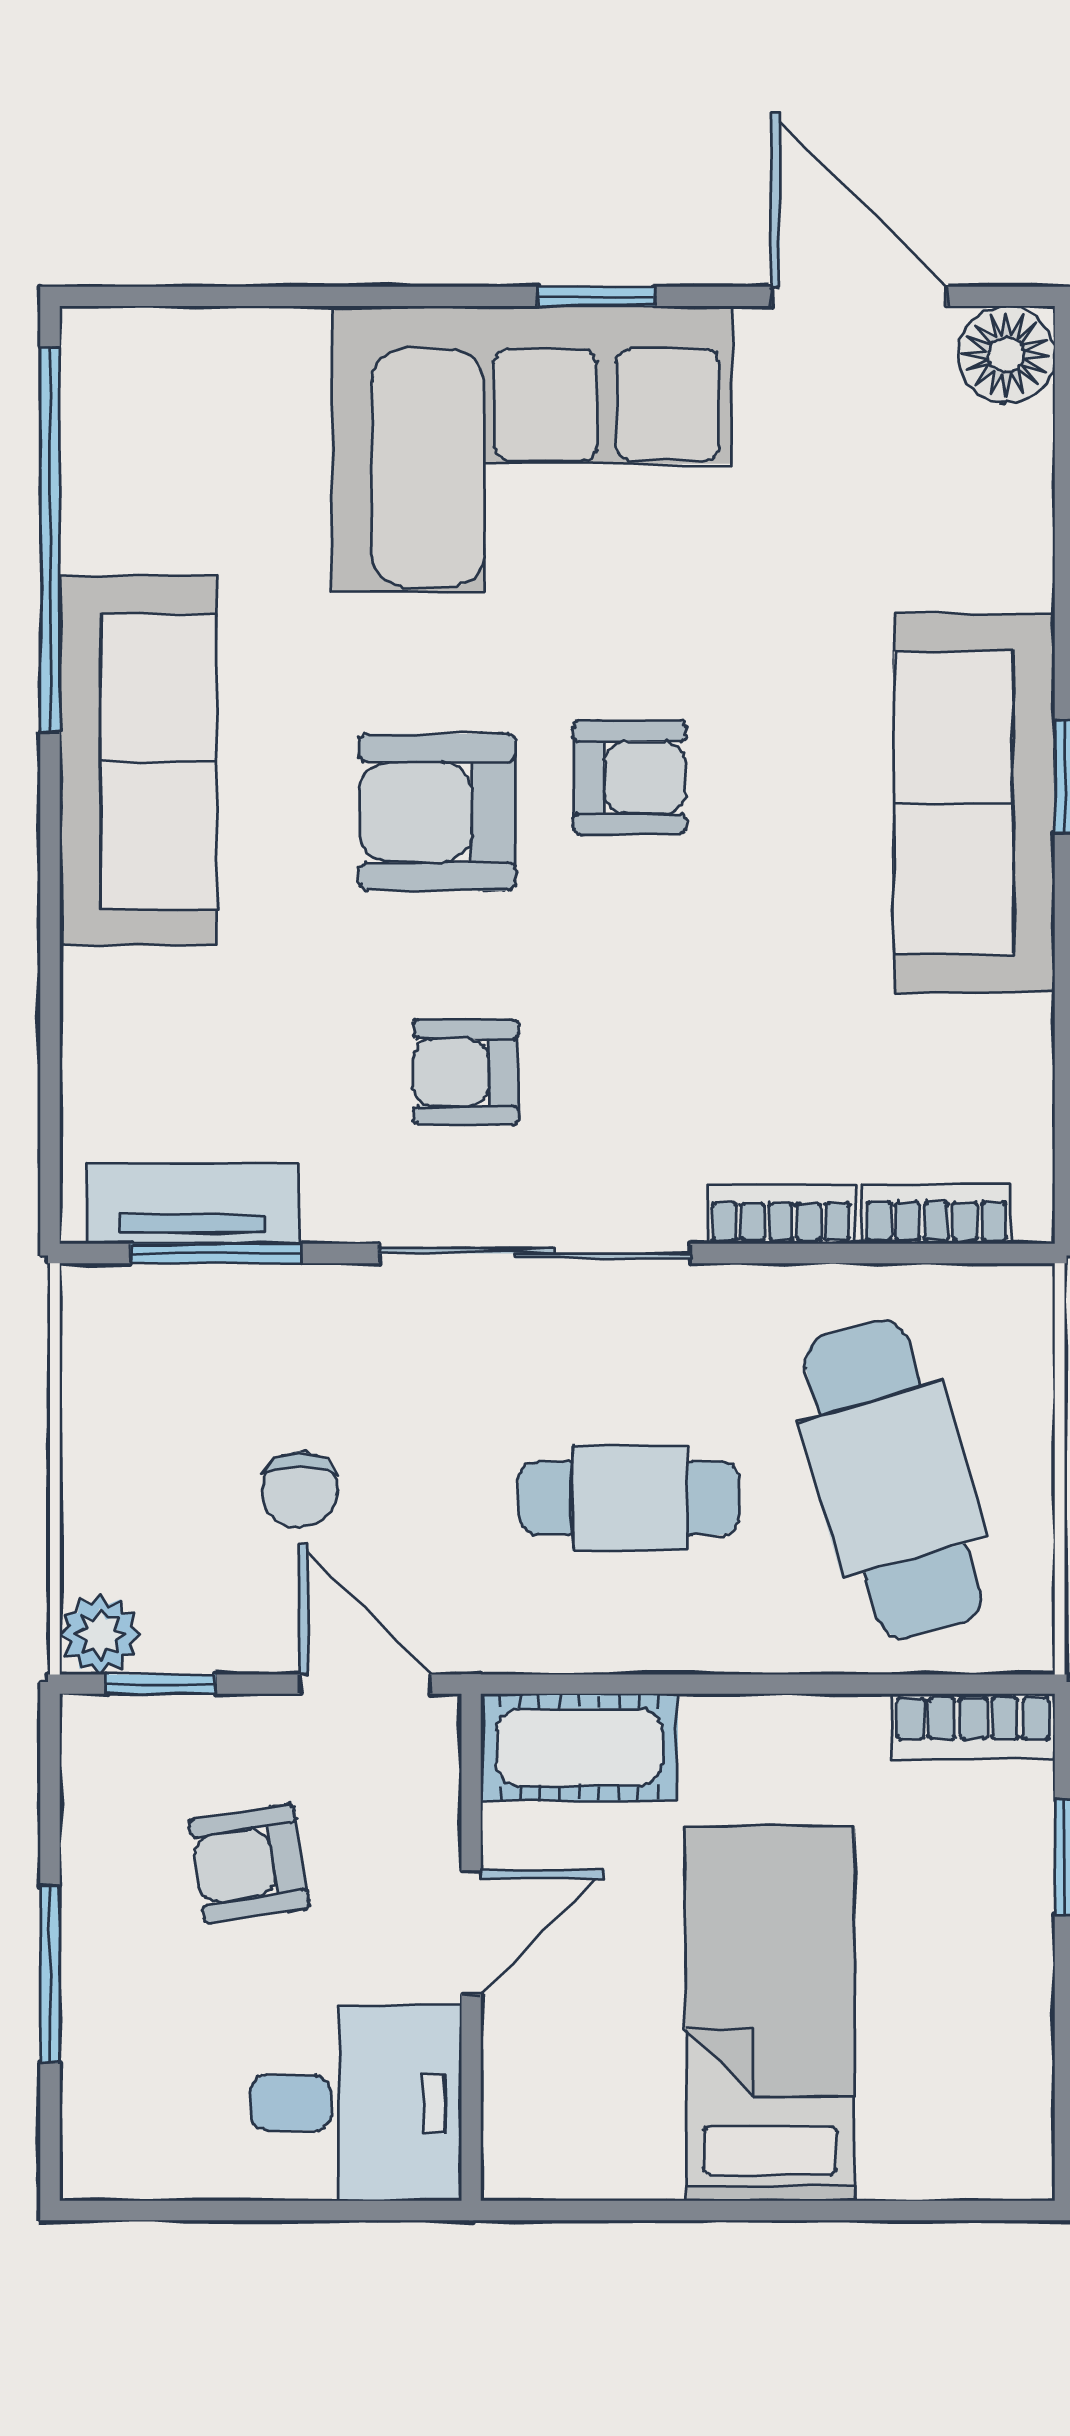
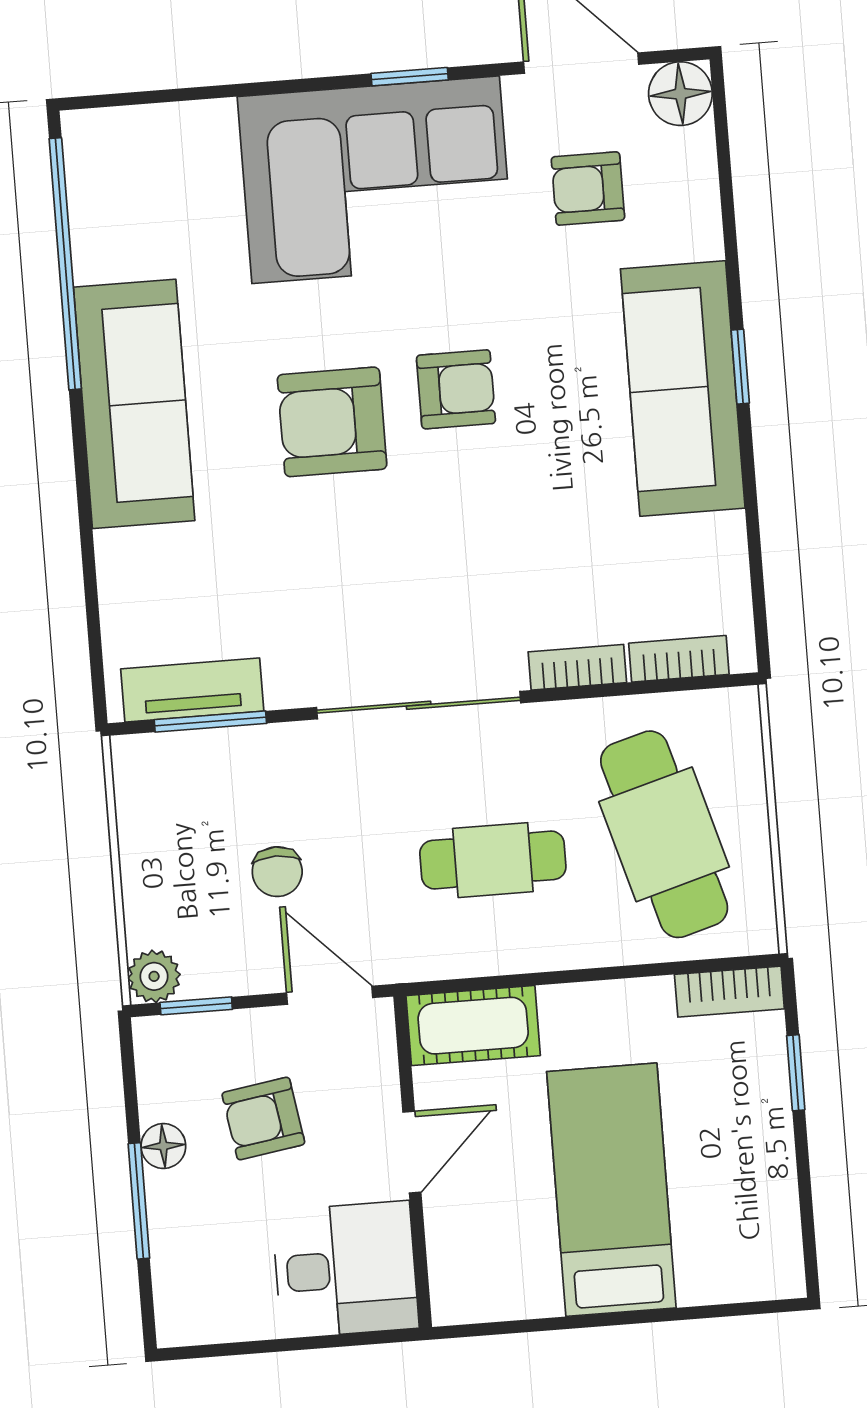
armchair: (466, 1072) -> (588, 189), moved
floor lamp: (94, 1893) -> (163, 1146), added

